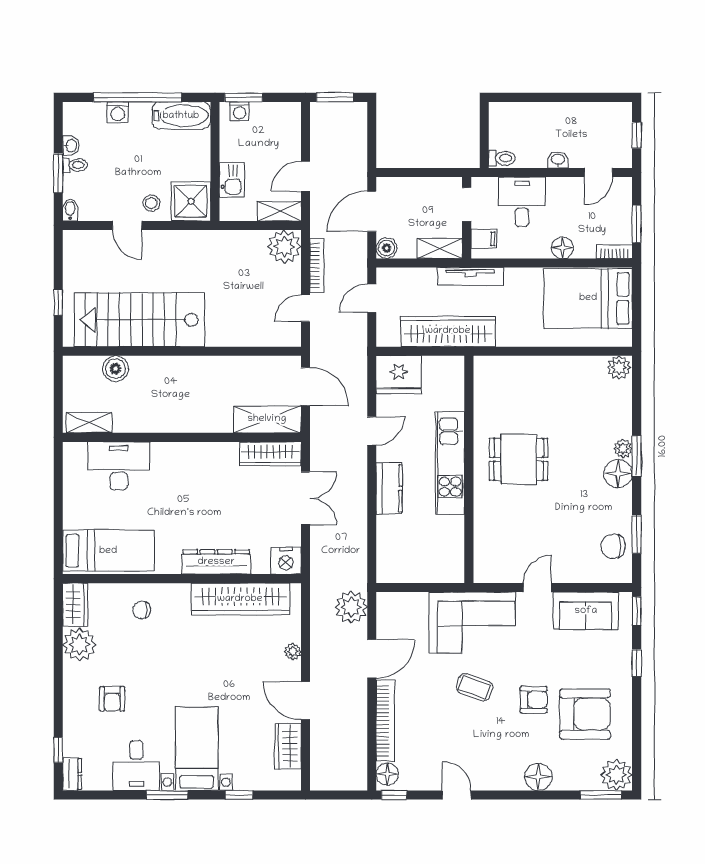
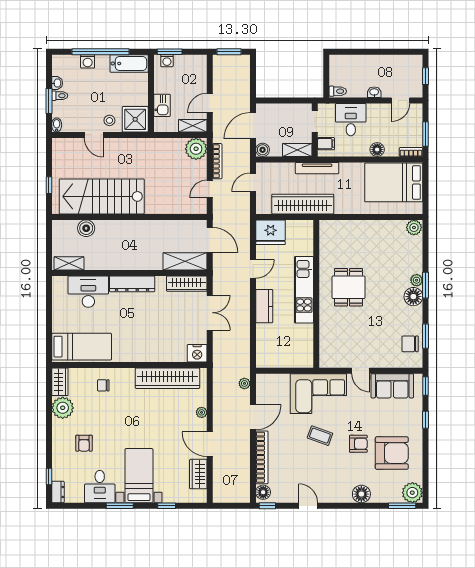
dining table: (519, 459) -> (349, 287), turned 90
dresser: (216, 562) -> (132, 284), moved, turned 180
door: (537, 587) -> (361, 371), swing flipped
plant: (351, 607) -> (244, 383), width x0.53, depth x0.53

